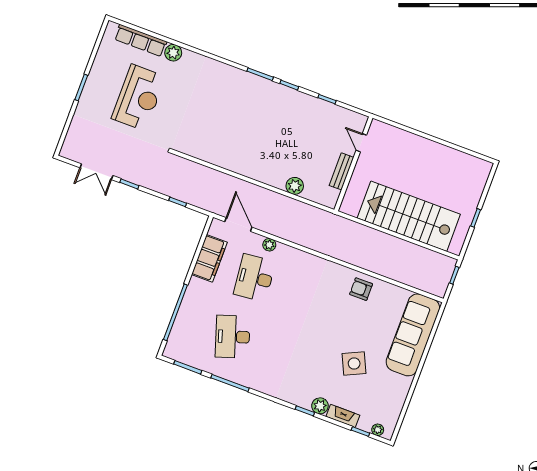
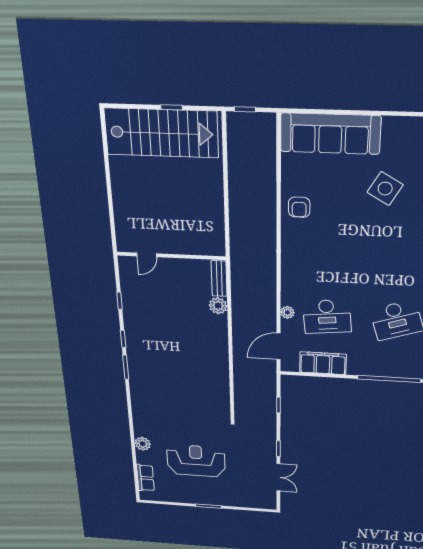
row of seats: (141, 40) -> (145, 478), width x0.68
bench: (342, 171) -> (219, 279), moved, turned 90
stairs: (409, 216) -> (161, 133), moved, turned -90
side table: (354, 363) -> (385, 189), turned -35

